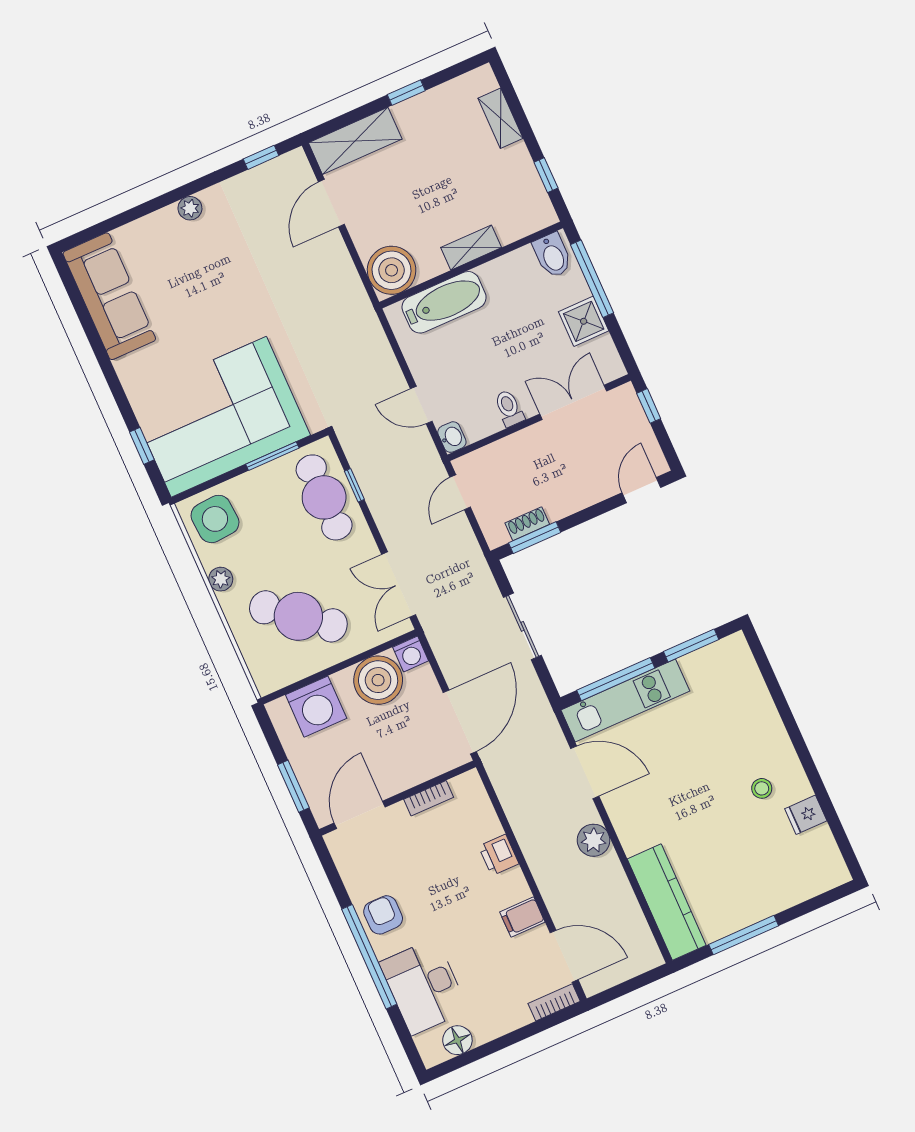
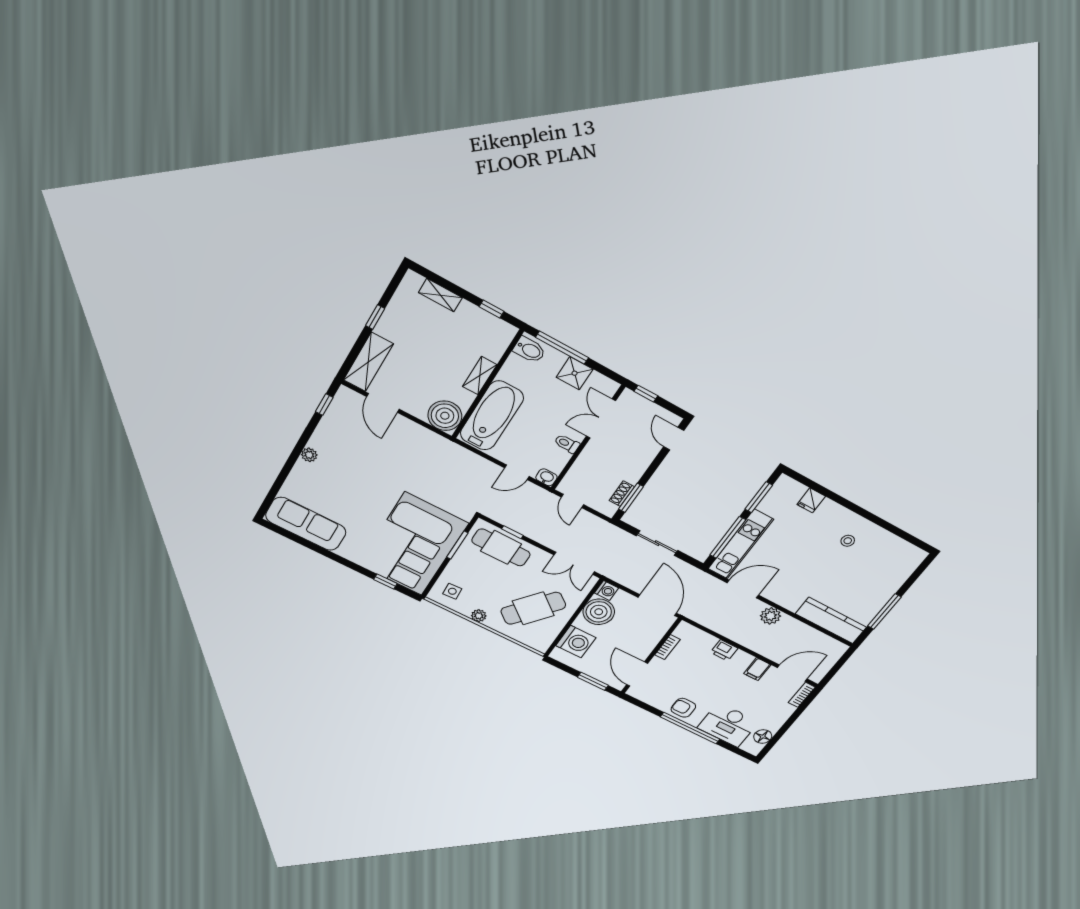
bathtub: (444, 302) -> (492, 416), width x1.36, depth x1.36
side table: (215, 519) -> (452, 591), width x0.54, depth x0.54
fridge: (806, 815) -> (811, 500), moved

